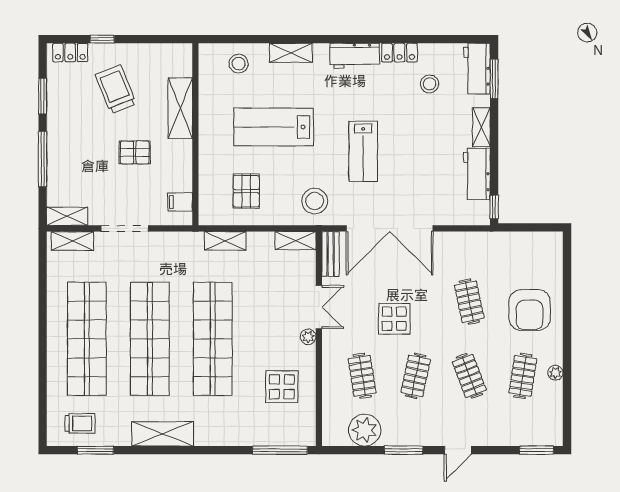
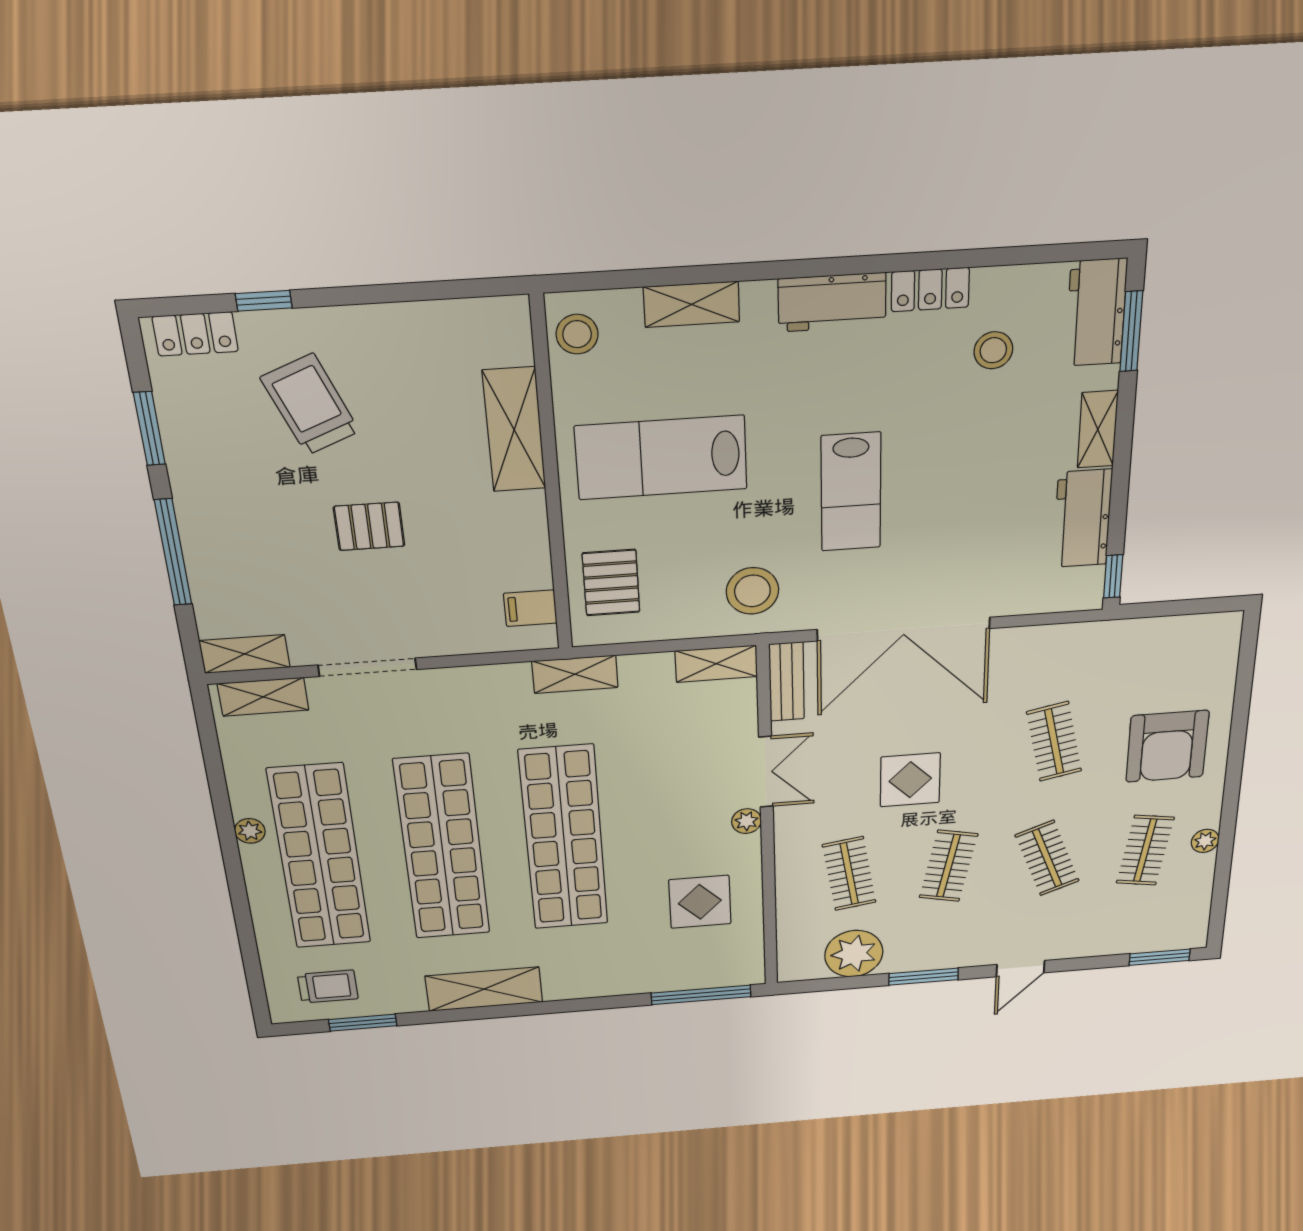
shelving: (180, 108) -> (514, 430), moved
wall: (195, 134) -> (551, 479), moved
filing cabinet: (180, 202) -> (530, 608), moved
plant: (54, 319) -> (250, 831), added

